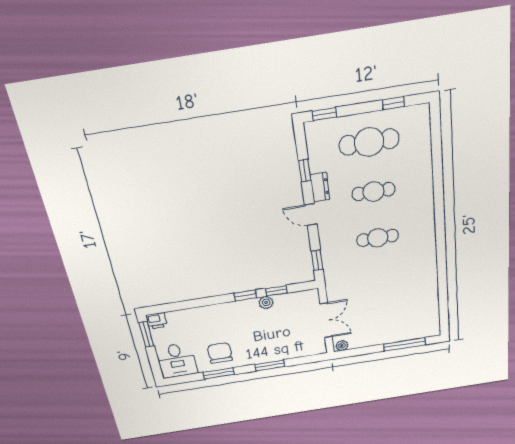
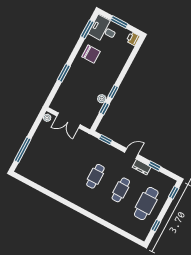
window: (146, 334) -> (119, 22), moved
window: (219, 373) -> (87, 29), moved

